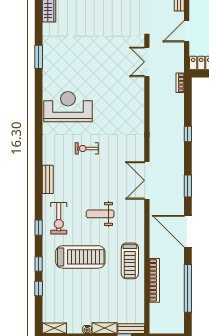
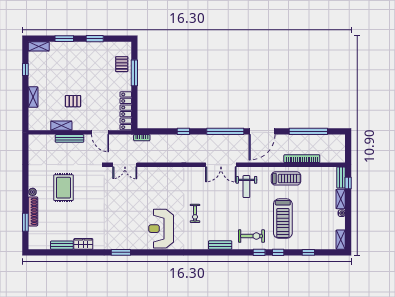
window: (188, 186) -> (225, 131), width x2.11
weight bench: (100, 214) -> (246, 187), moved
treadmill: (80, 257) -> (283, 219), turned 180
window: (39, 264) -> (278, 252), moved

